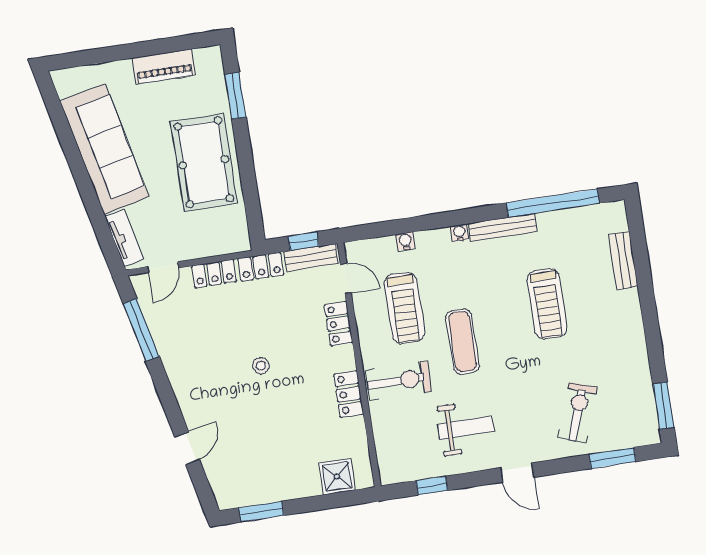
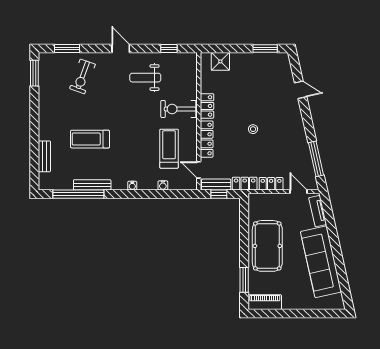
piano: (164, 67) -> (265, 302), moved
bench: (502, 227) -> (92, 185), moved
door: (163, 267) -> (299, 192), hinge flipped
treadmill: (547, 304) -> (90, 139), turned -90
locker: (338, 324) -> (207, 139), width x1.53
exercise mat: (462, 341) -> (140, 125), removed
door: (187, 448) -> (301, 90), swing flipped

